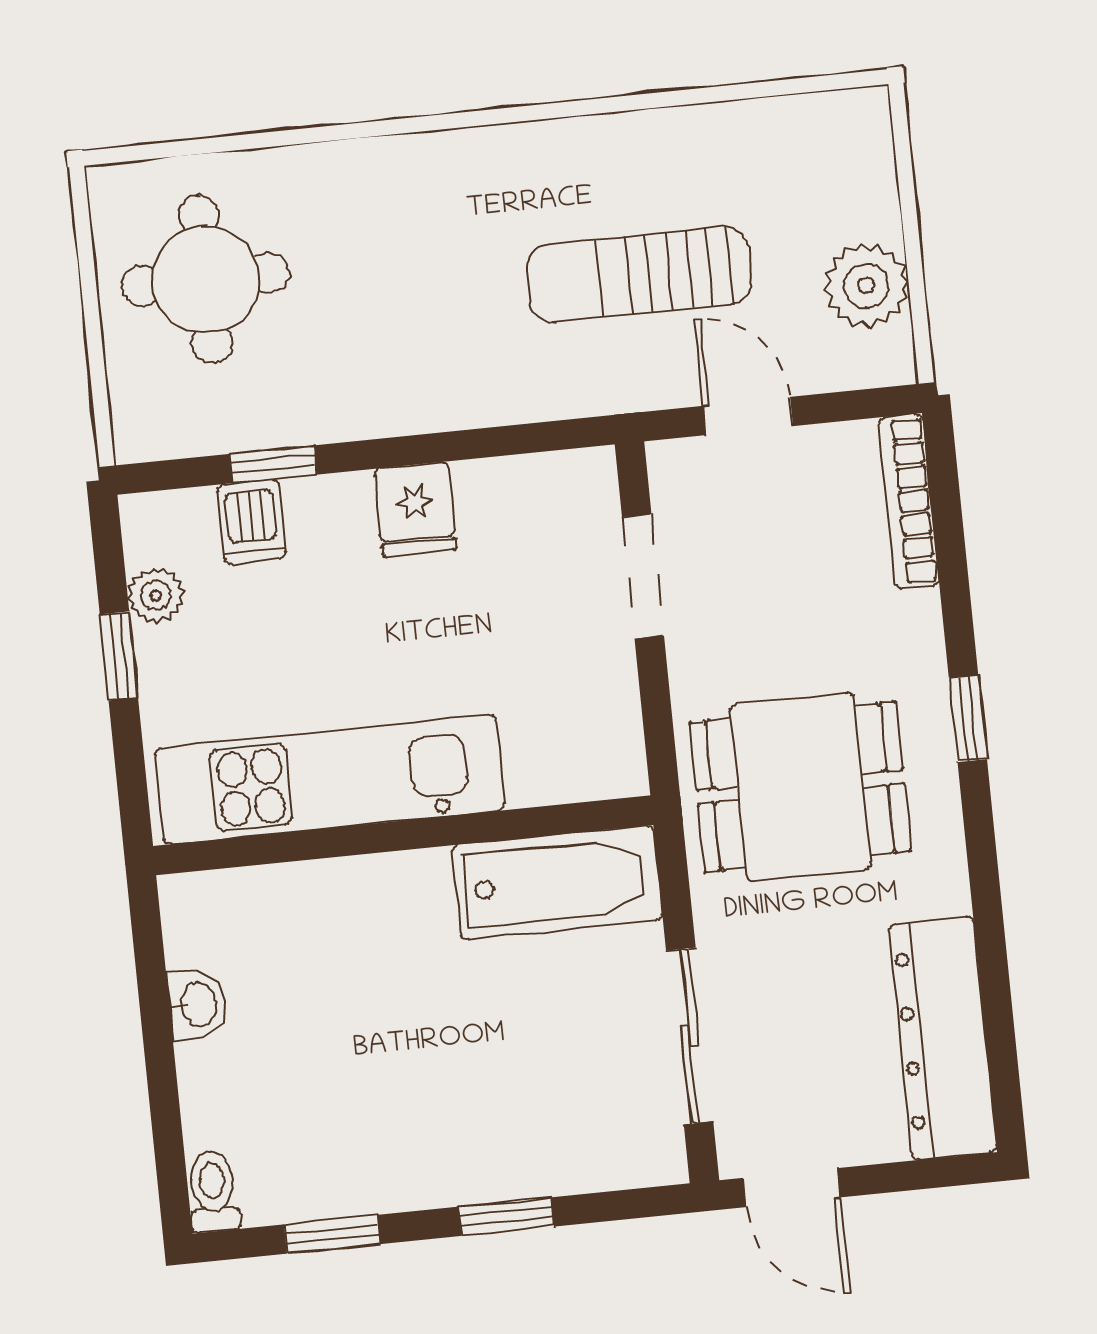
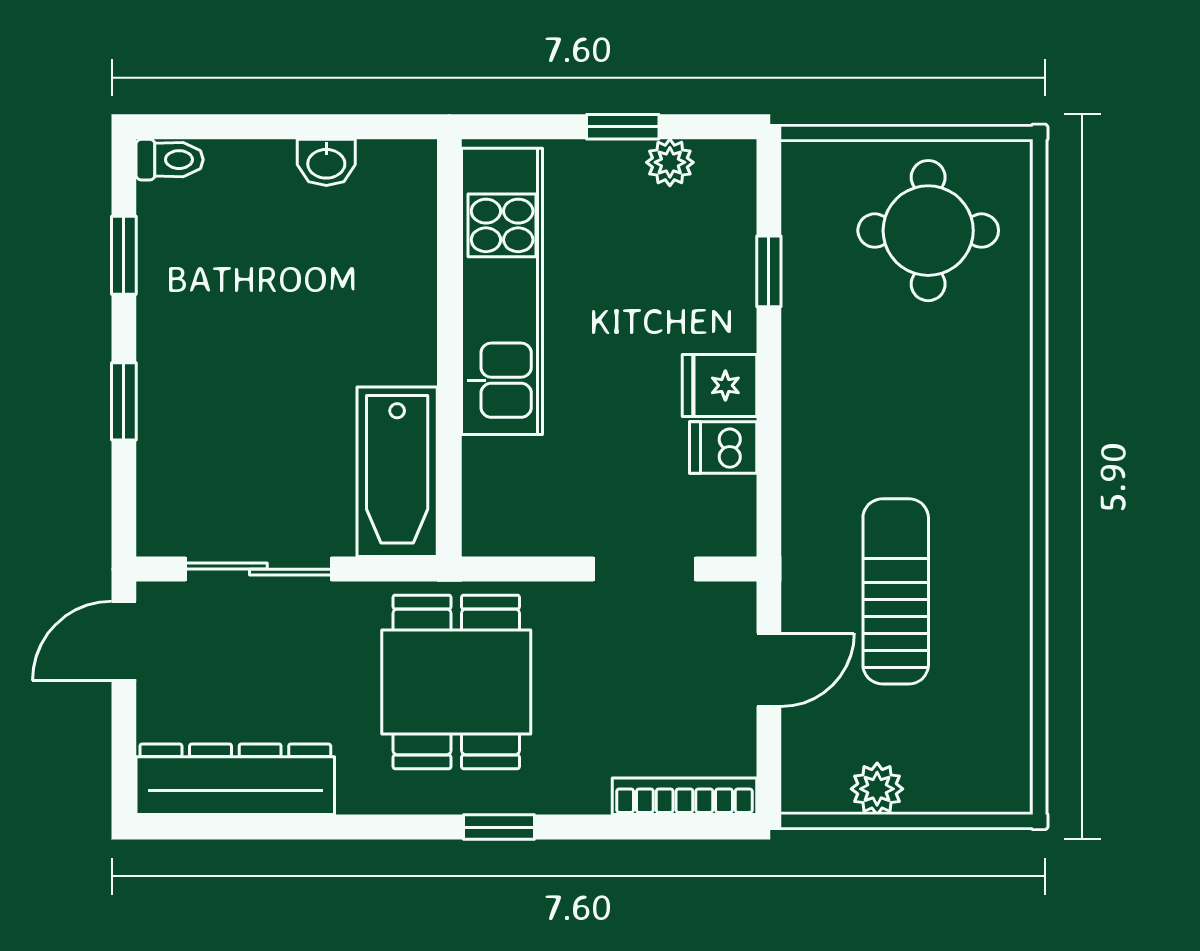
plant: (866, 286) -> (877, 789), width x0.73, depth x0.73
dishwasher: (251, 522) -> (723, 448), moved

